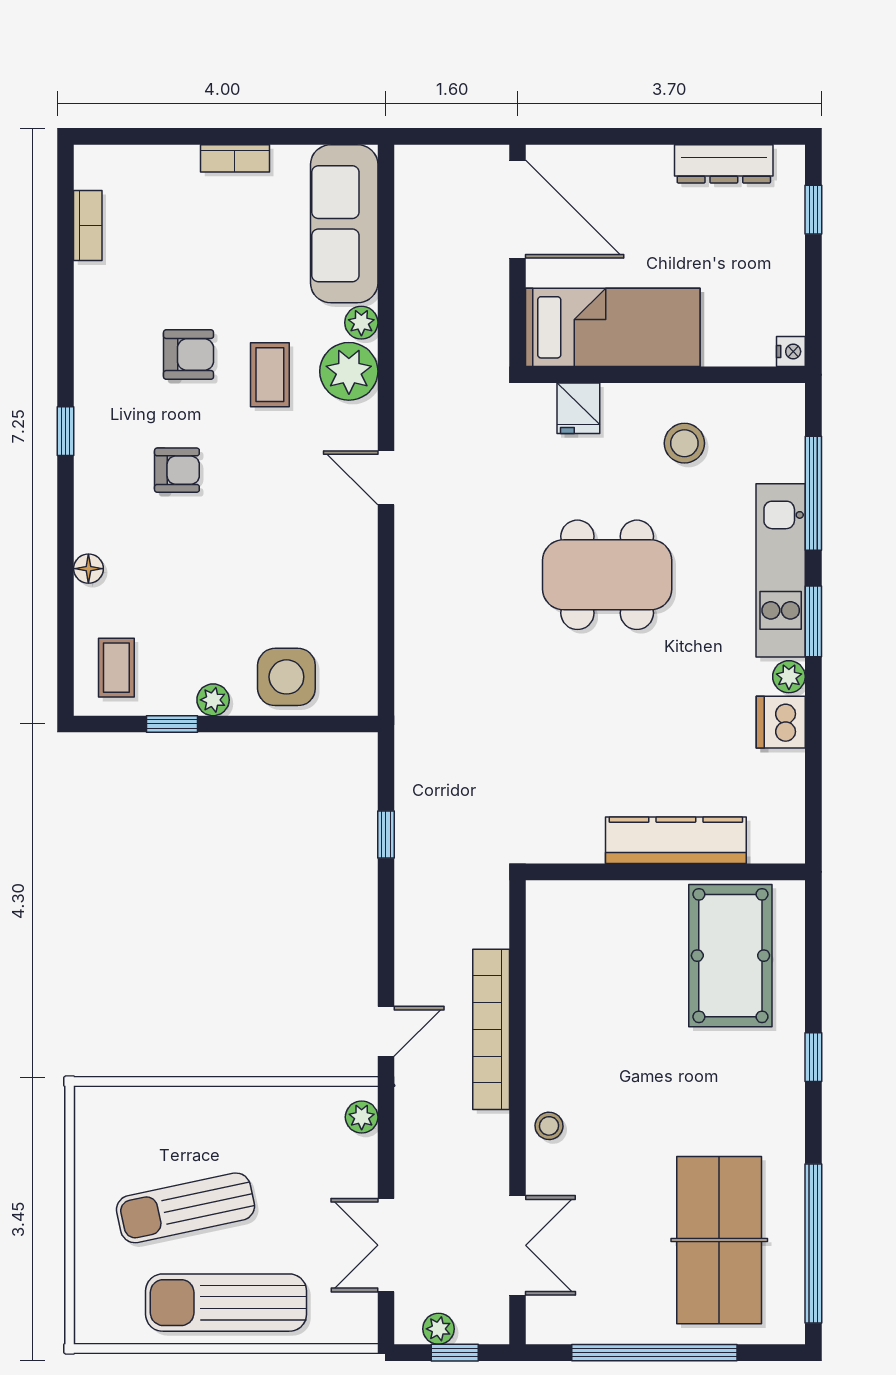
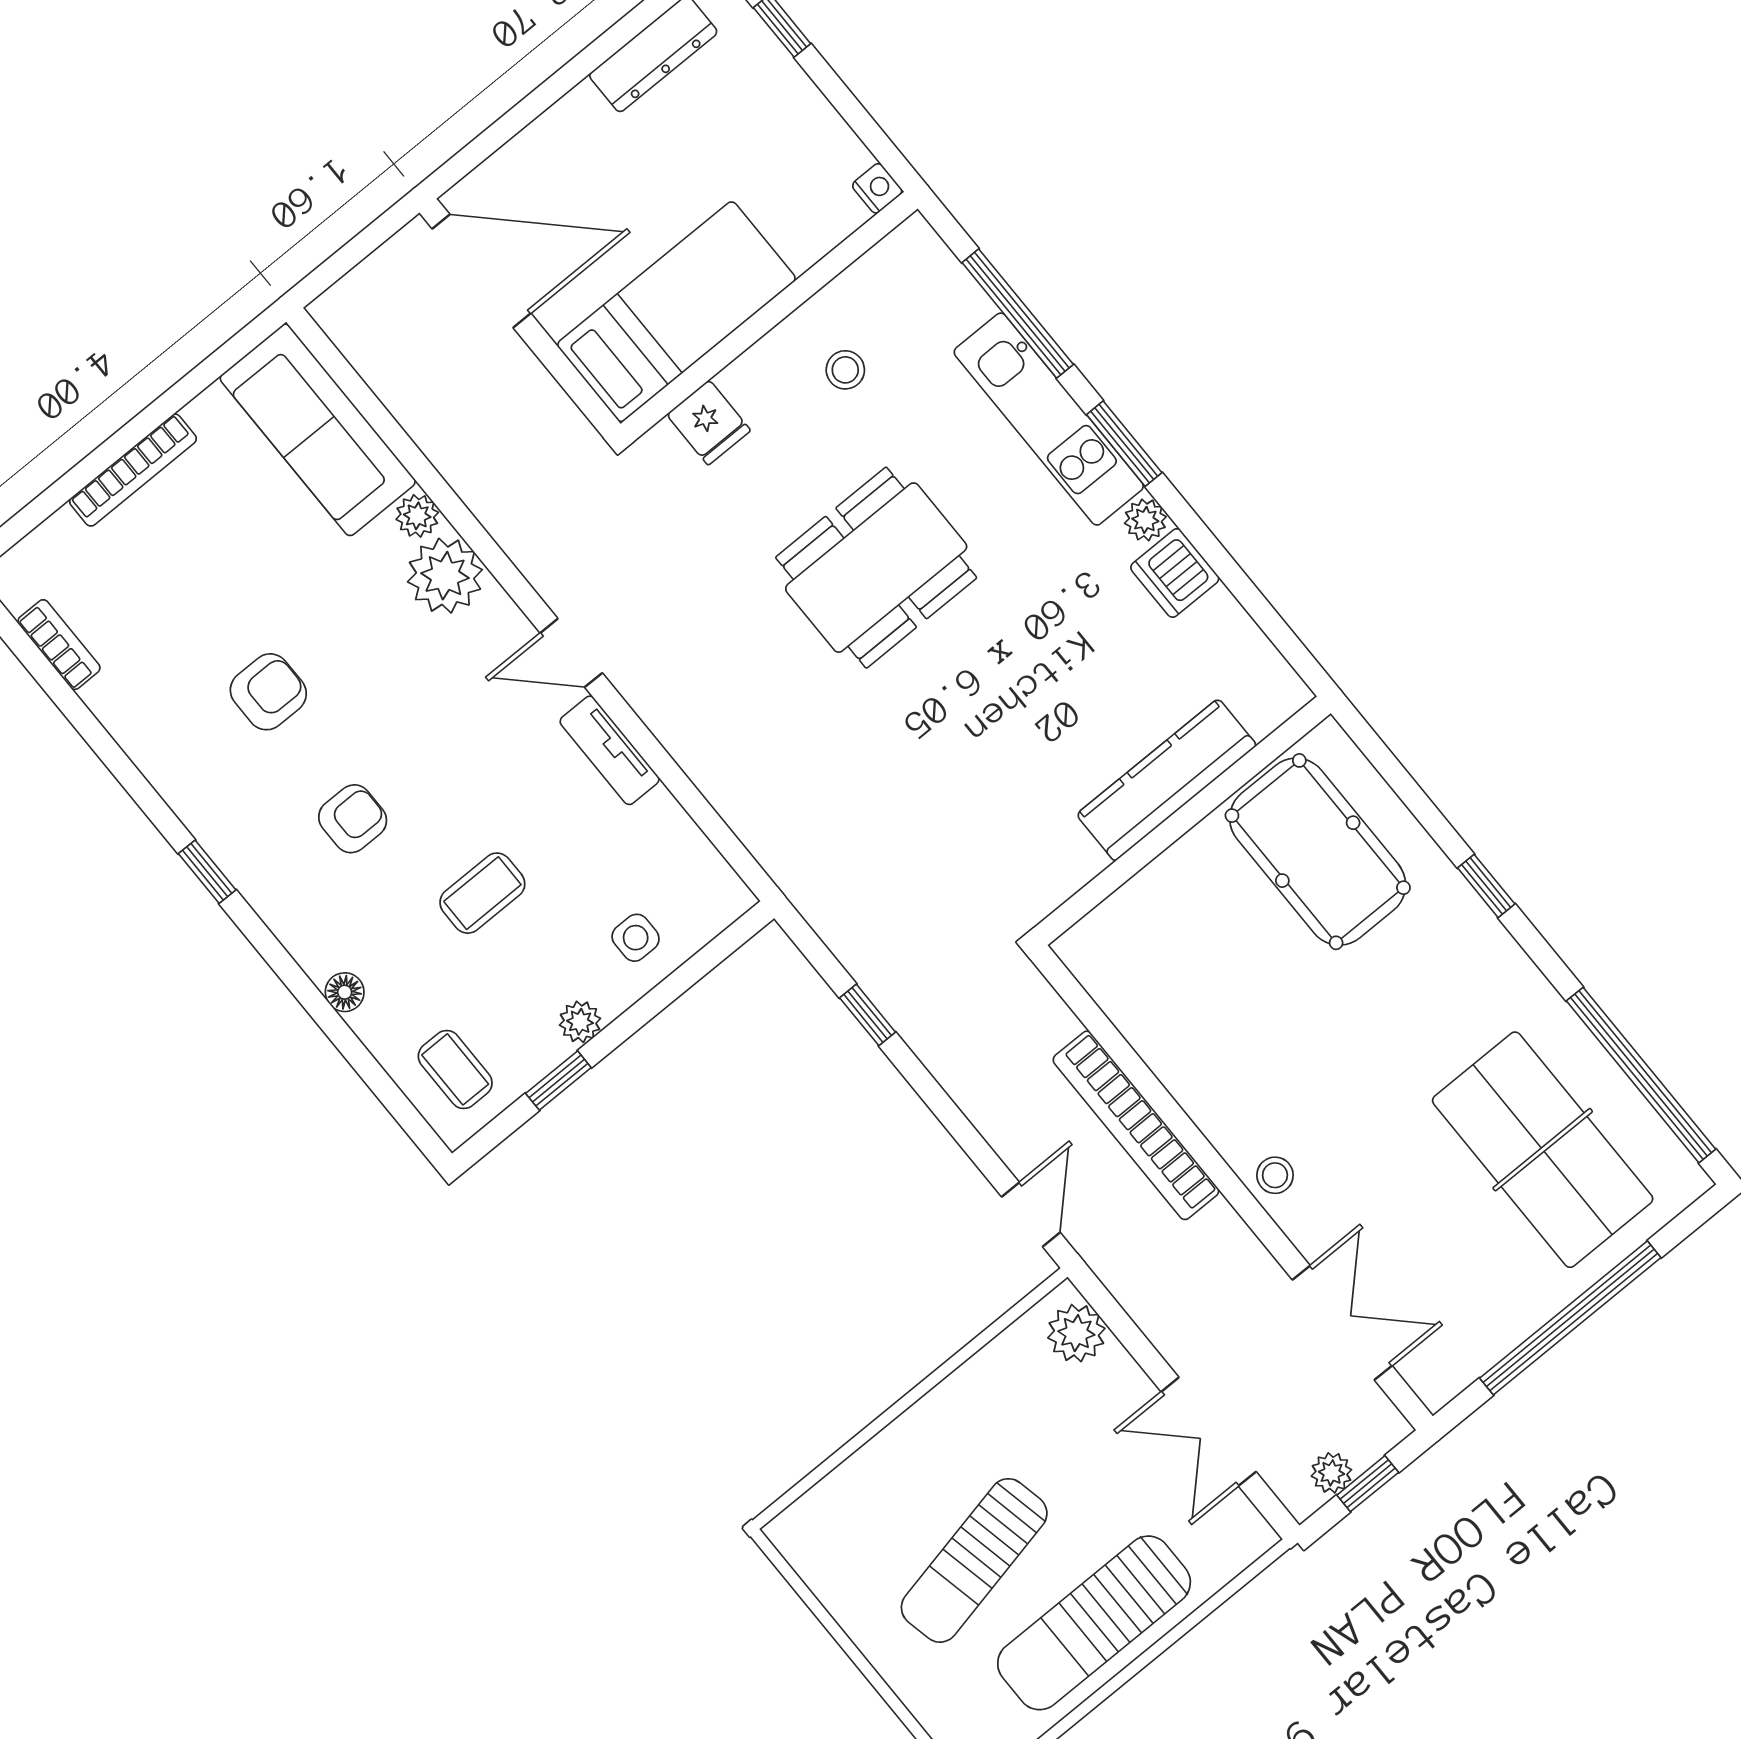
bookcase: (235, 158) -> (133, 470), width x1.56
coffee table: (270, 375) -> (482, 893), moved, turned 90
stool: (684, 443) -> (845, 370), width x0.73, depth x0.73
tv unit: (362, 554) -> (610, 750), added
side table: (286, 677) -> (636, 938), width x0.54, depth x0.54
plant: (362, 1117) -> (1076, 1333), width x1.38, depth x1.38

